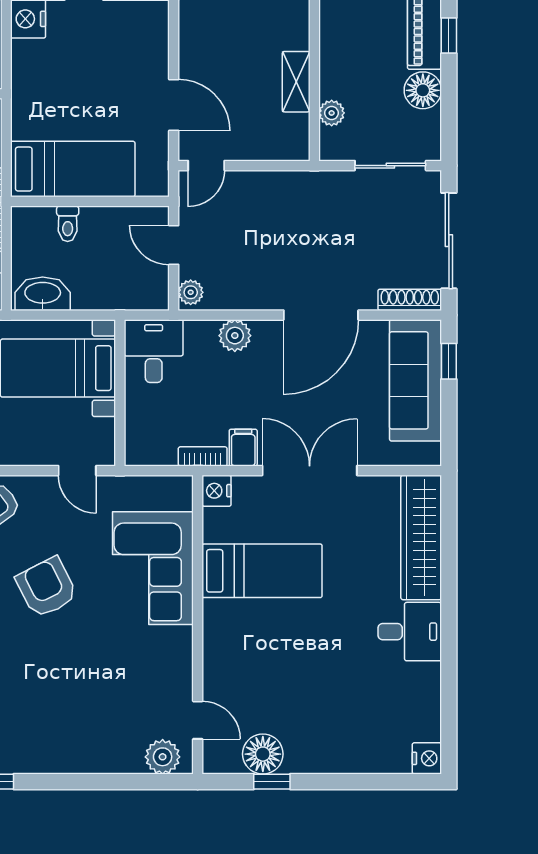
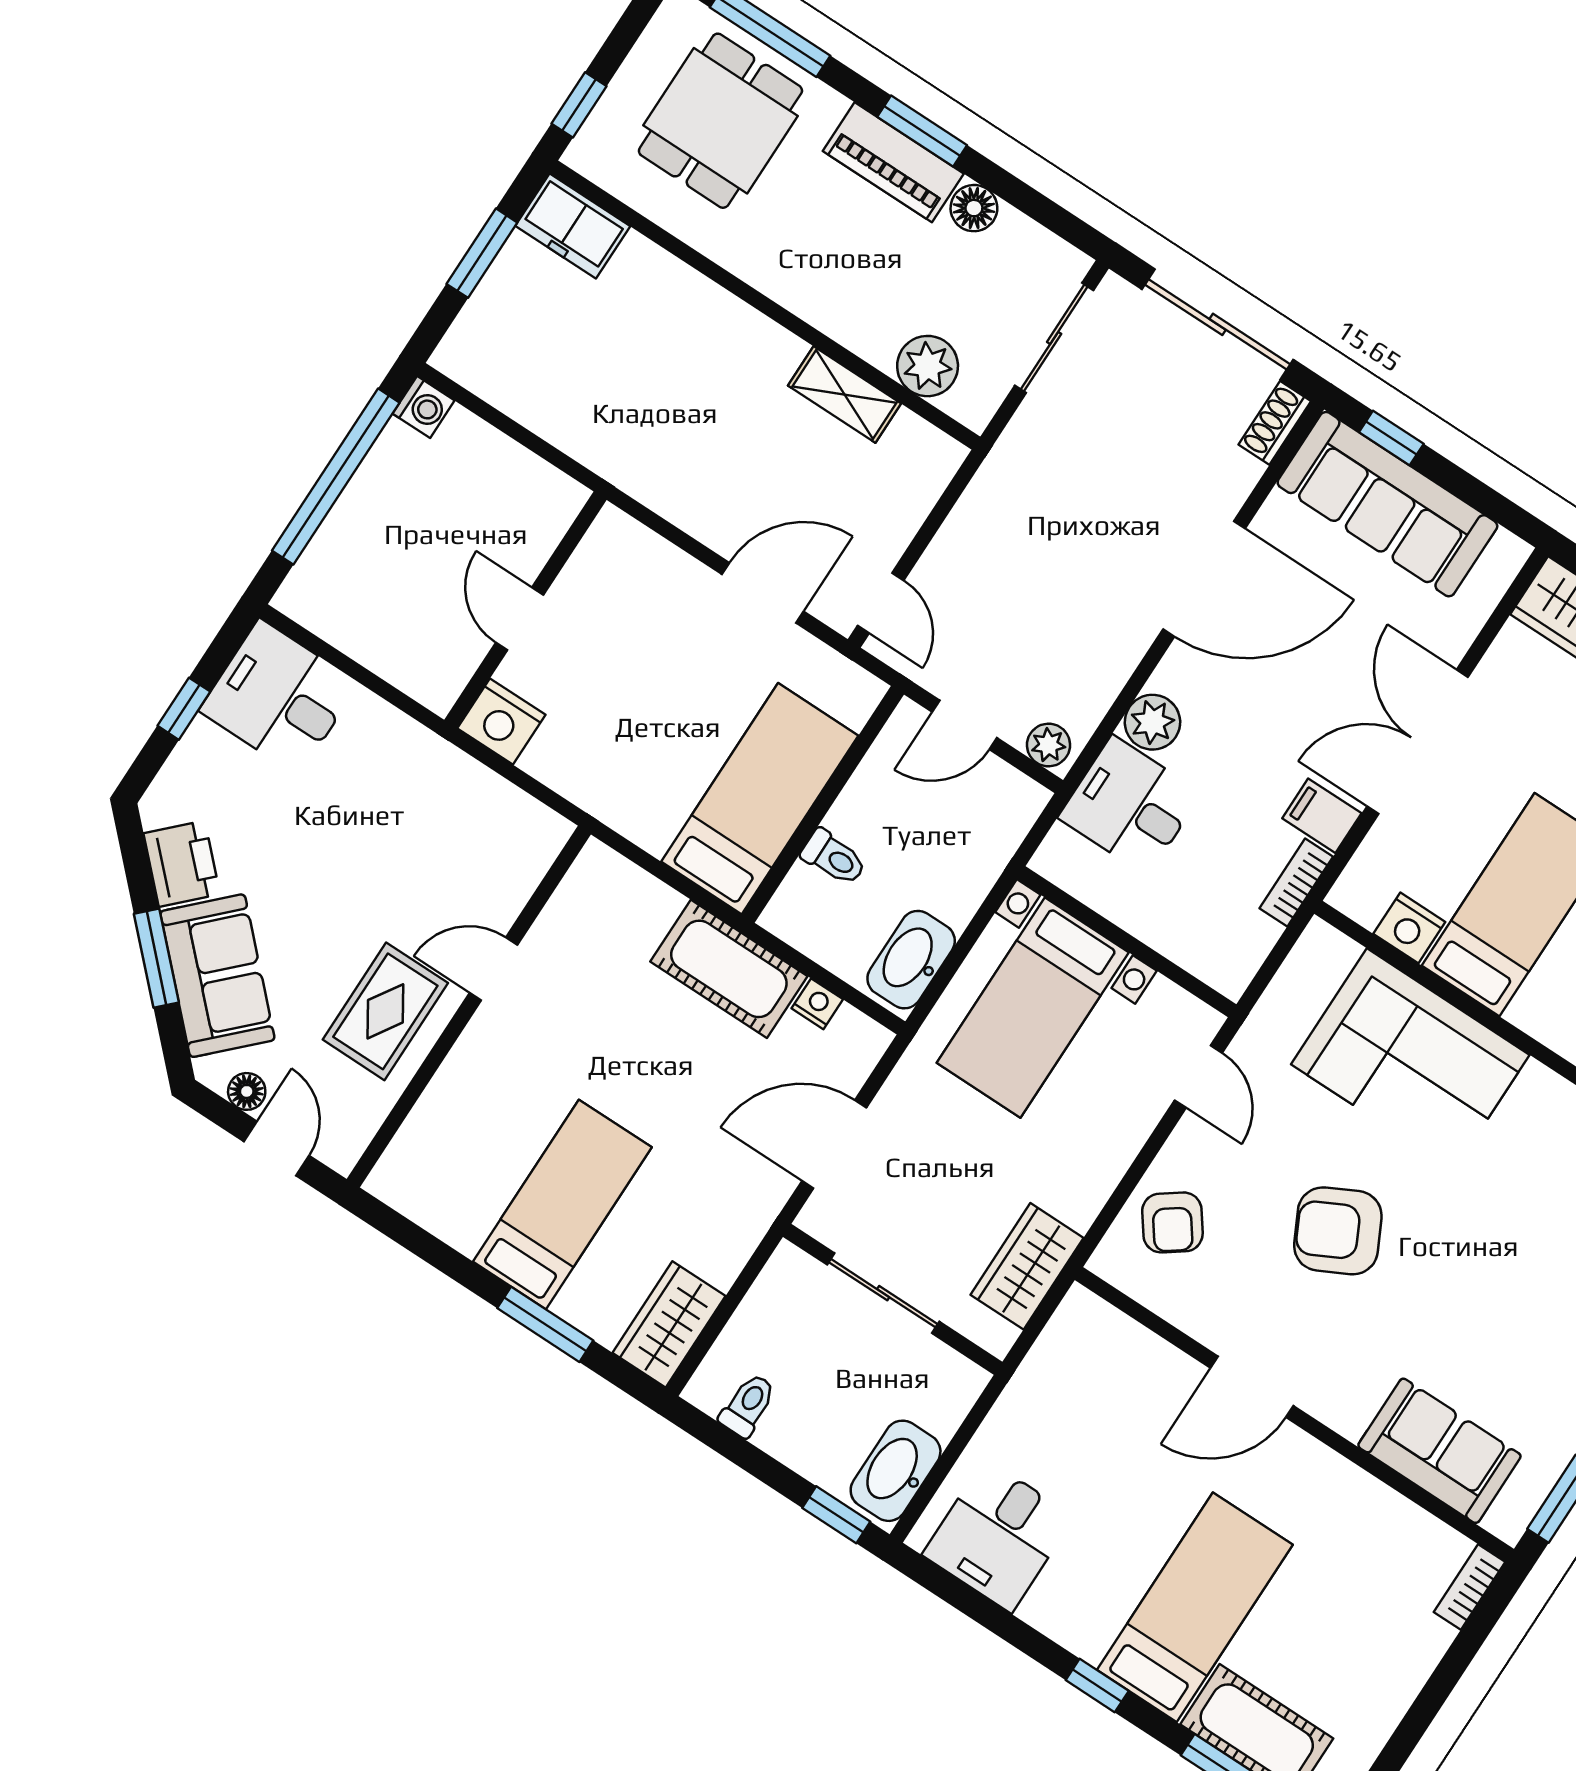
window: (449, 36) -> (922, 131), width x1.50
floor lamp: (423, 90) -> (974, 208), width x0.73, depth x0.73
plant: (332, 113) -> (928, 366), width x1.38, depth x1.38
shoe rack: (410, 300) -> (1275, 423), width x0.70
door: (321, 315) -> (1204, 579), hinge flipped
desk: (154, 351) -> (1130, 805), moved
door: (77, 471) -> (1198, 1077), hinge flipped
nightstand: (217, 491) -> (1409, 928), moved

